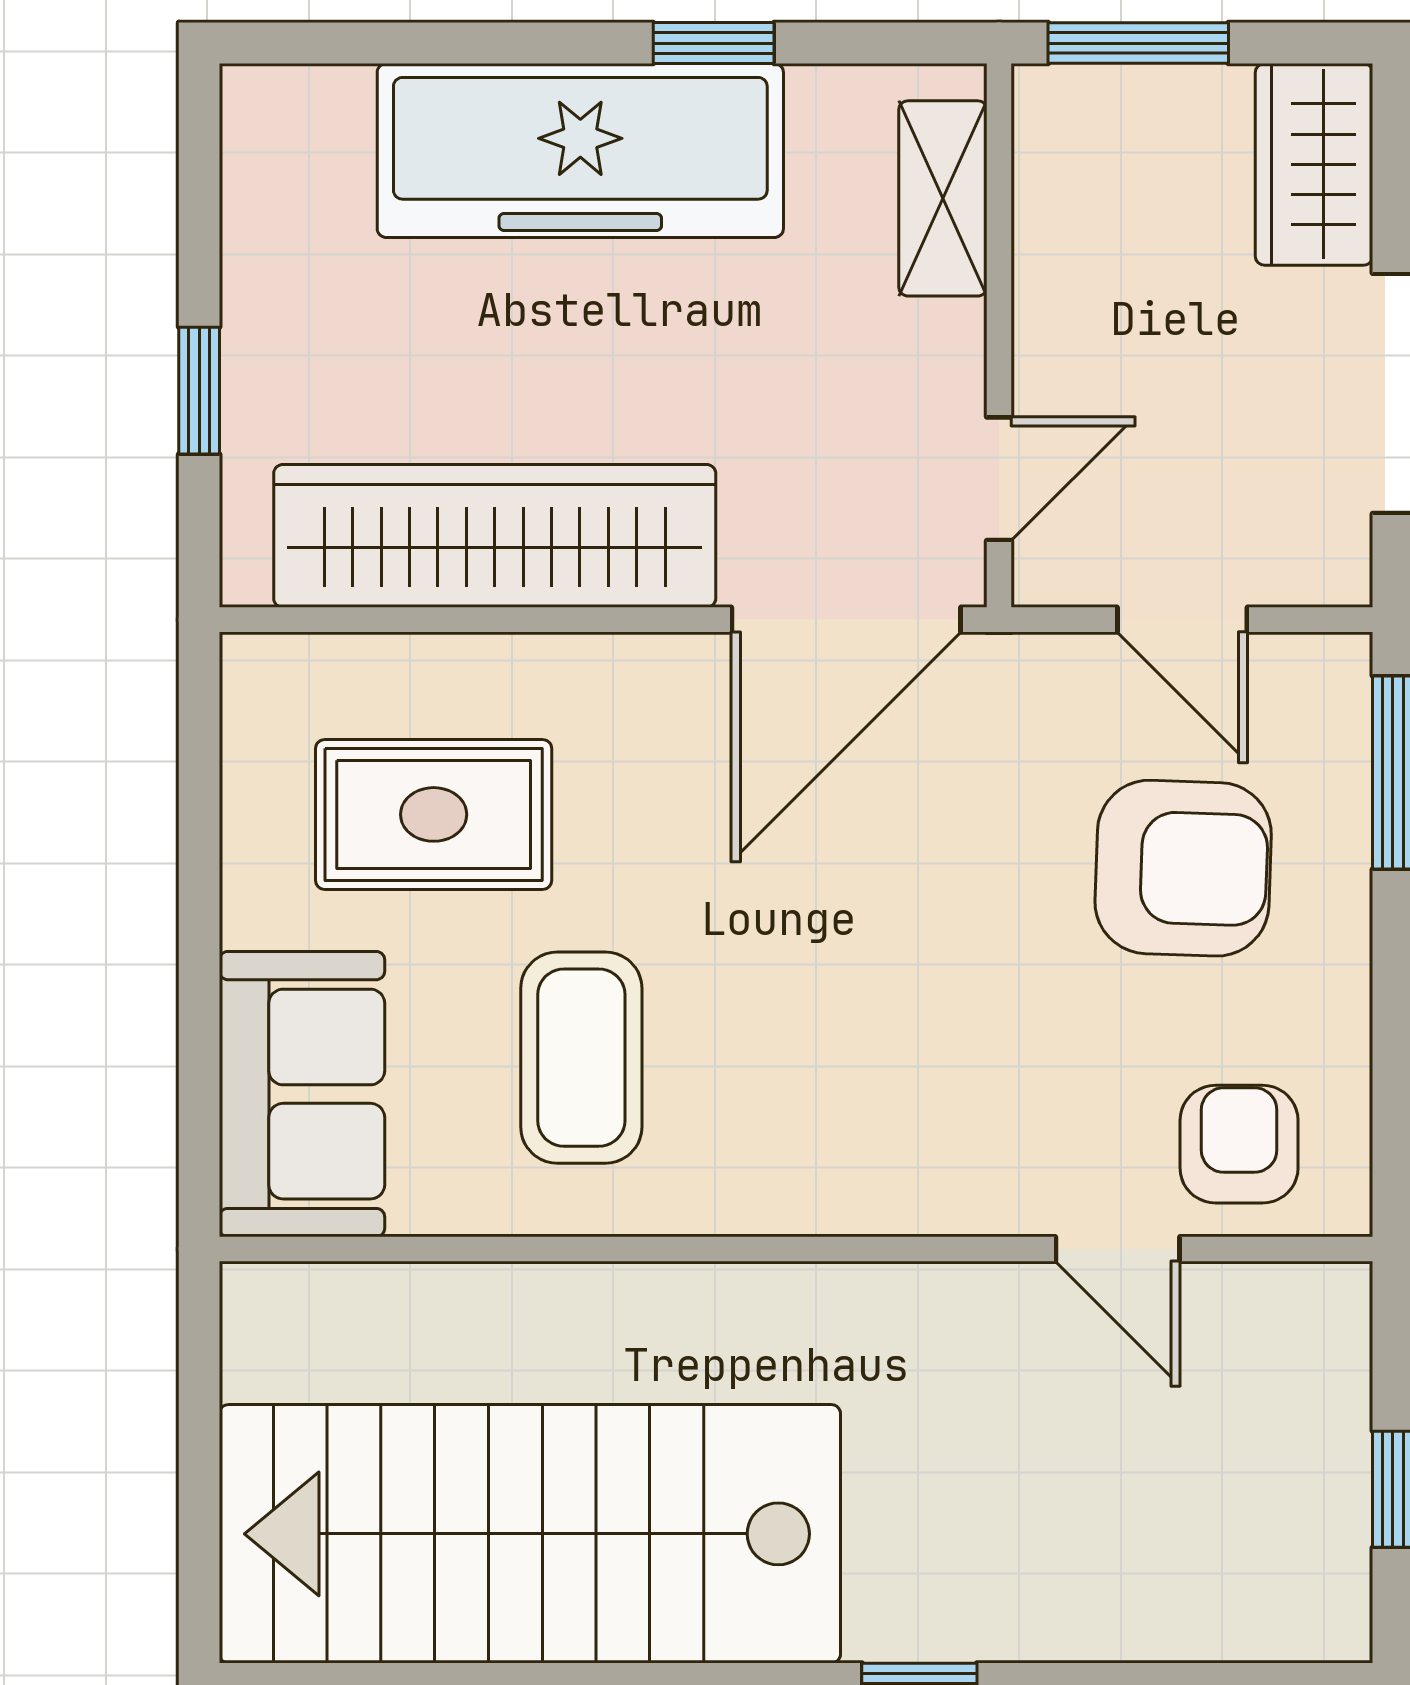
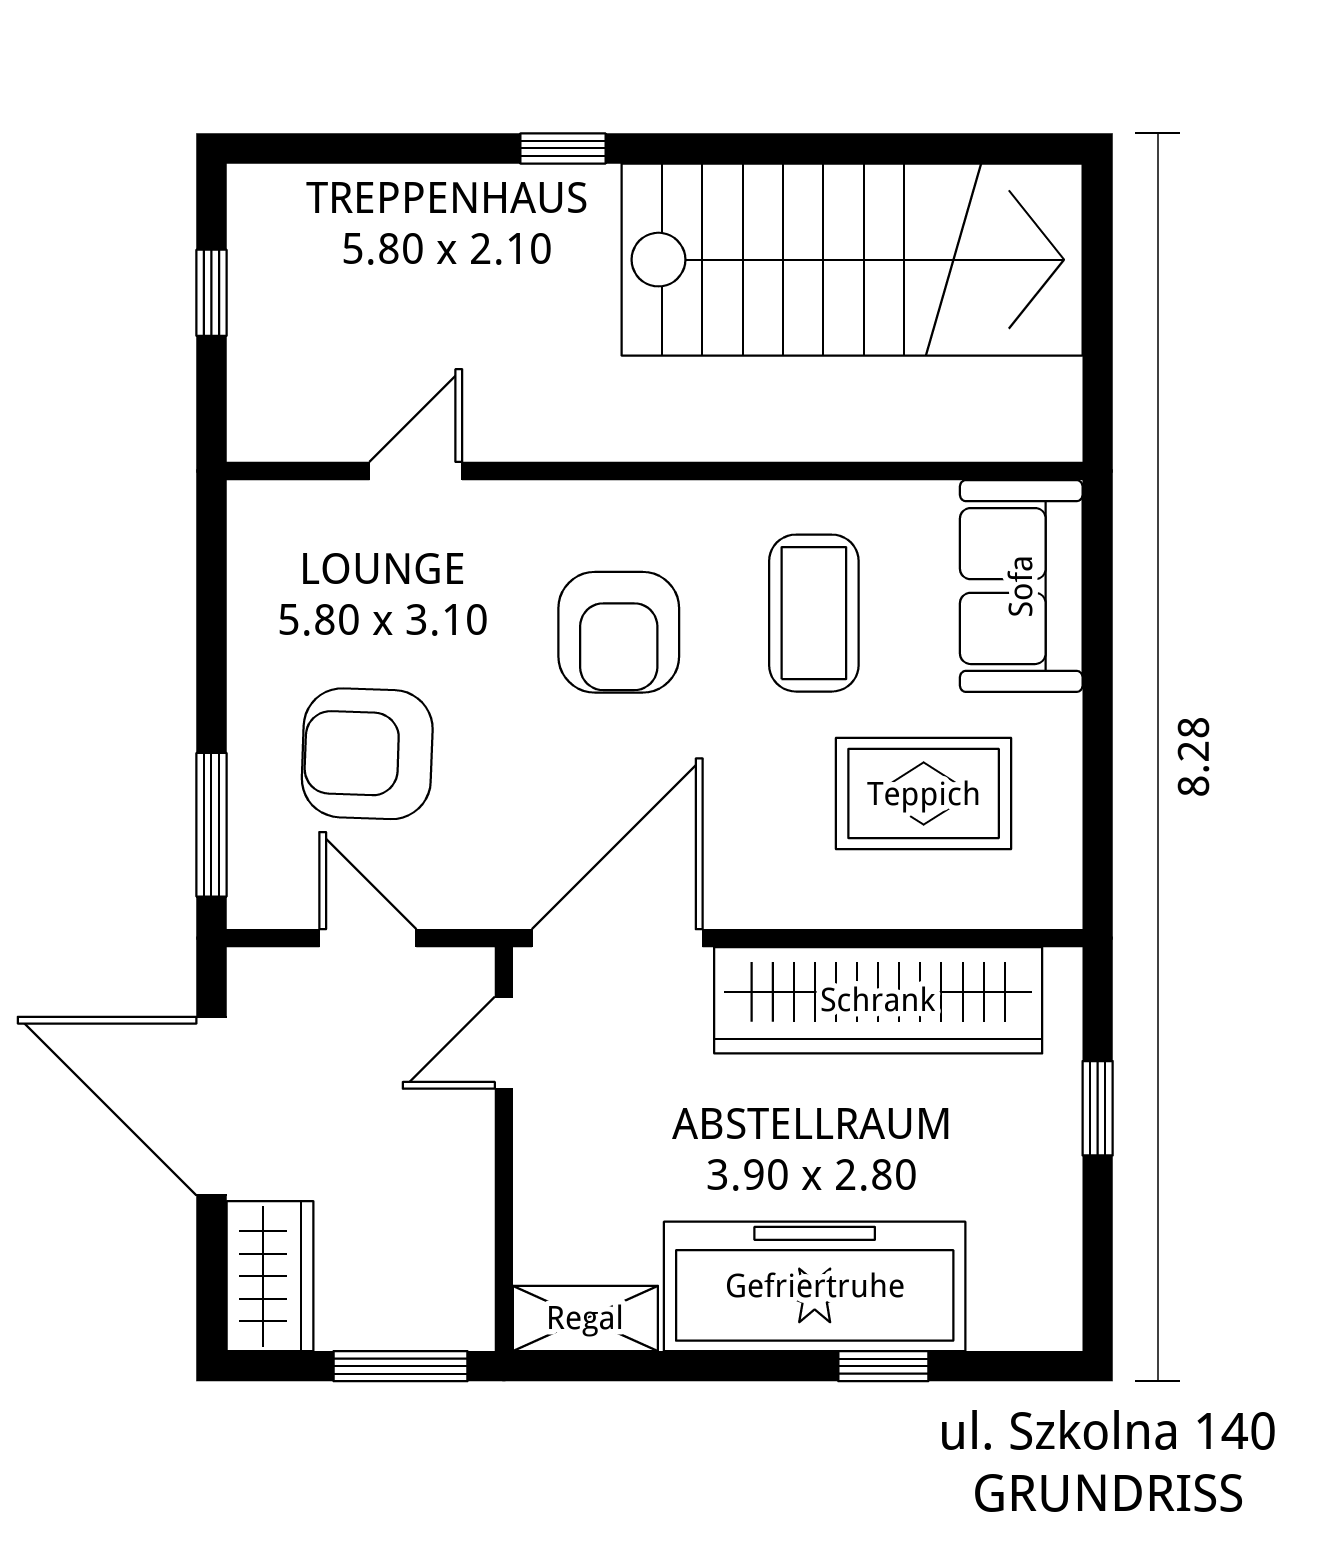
window: (714, 43) -> (883, 1366), moved
shelving: (943, 198) -> (585, 1318), moved, turned 90
armchair: (1239, 1144) -> (619, 632), moved, width x1.38, depth x1.38
door: (1118, 1249) -> (416, 471), hinge flipped

